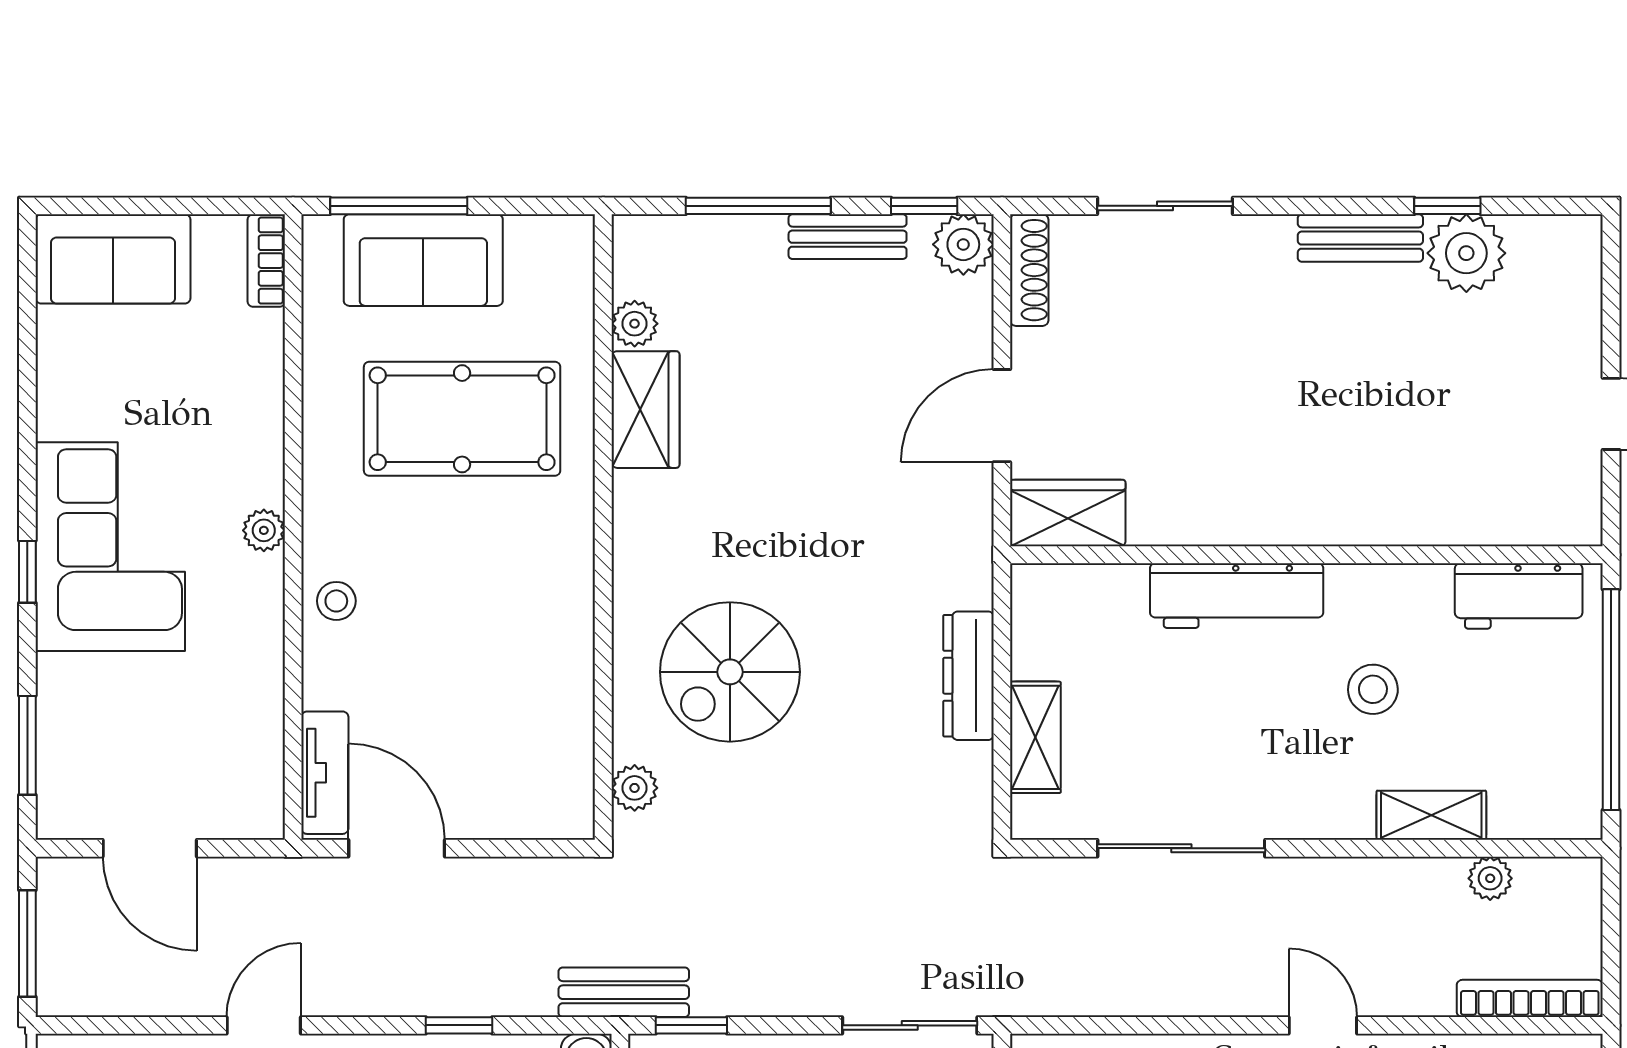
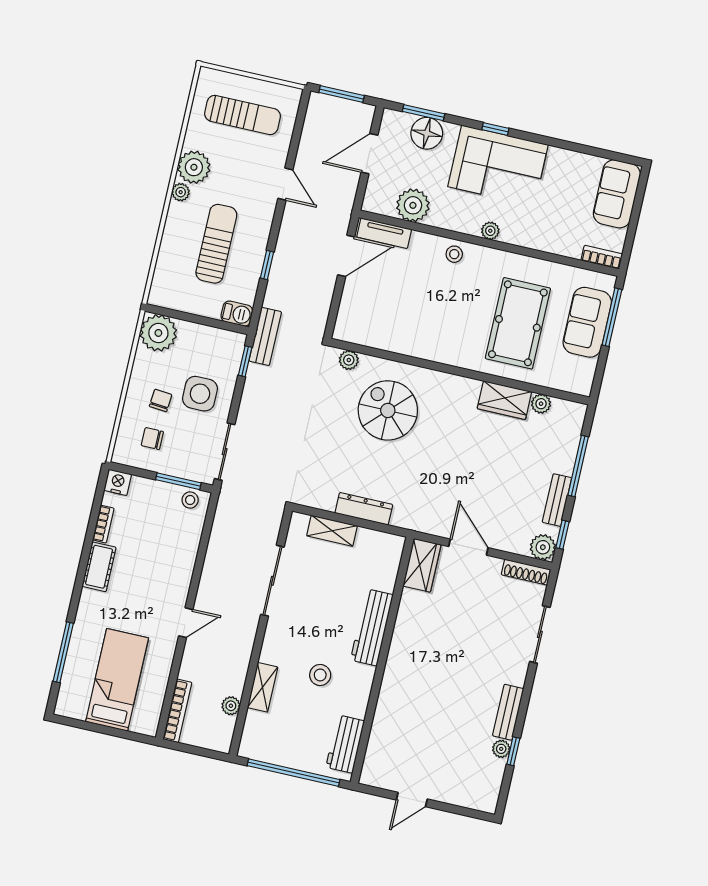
plant: (1466, 253) -> (501, 749), width x0.53, depth x0.53
plant: (246, 721) -> (413, 205), added
floor lamp: (73, 727) -> (427, 133), added

